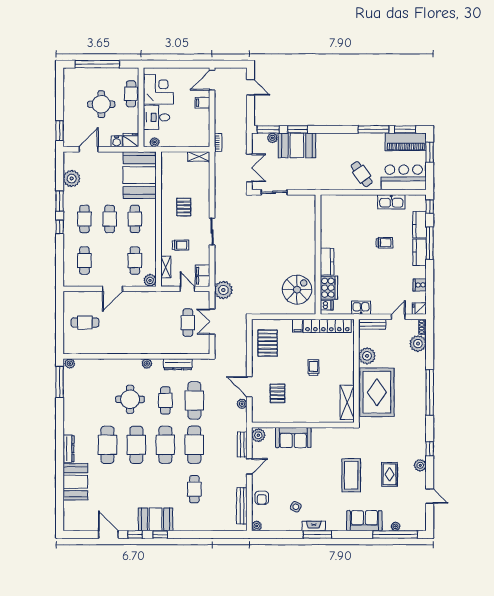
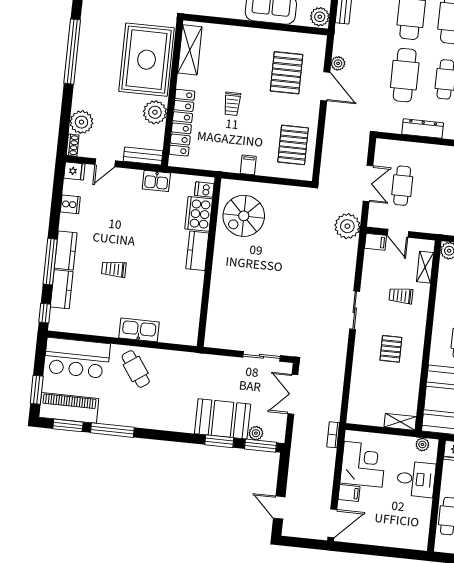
corner desk: (158, 89) -> (363, 464), moved, turned 180
shelving: (199, 156) -> (400, 422), moved
kitchen sink: (391, 202) -> (139, 330), moved
filing cabinet: (203, 276) -> (375, 242), width x0.50
locker: (327, 326) -> (182, 123), moved, turned 90
pallet: (278, 393) -> (287, 73), width x1.50, depth x1.42

